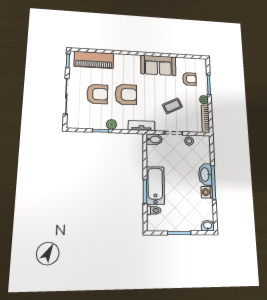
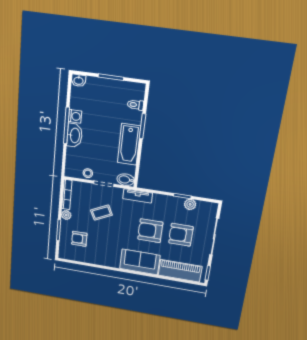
sofa: (158, 65) -> (140, 262), moved
plant: (111, 124) -> (190, 204), moved
bathtub: (155, 186) -> (129, 144), moved

